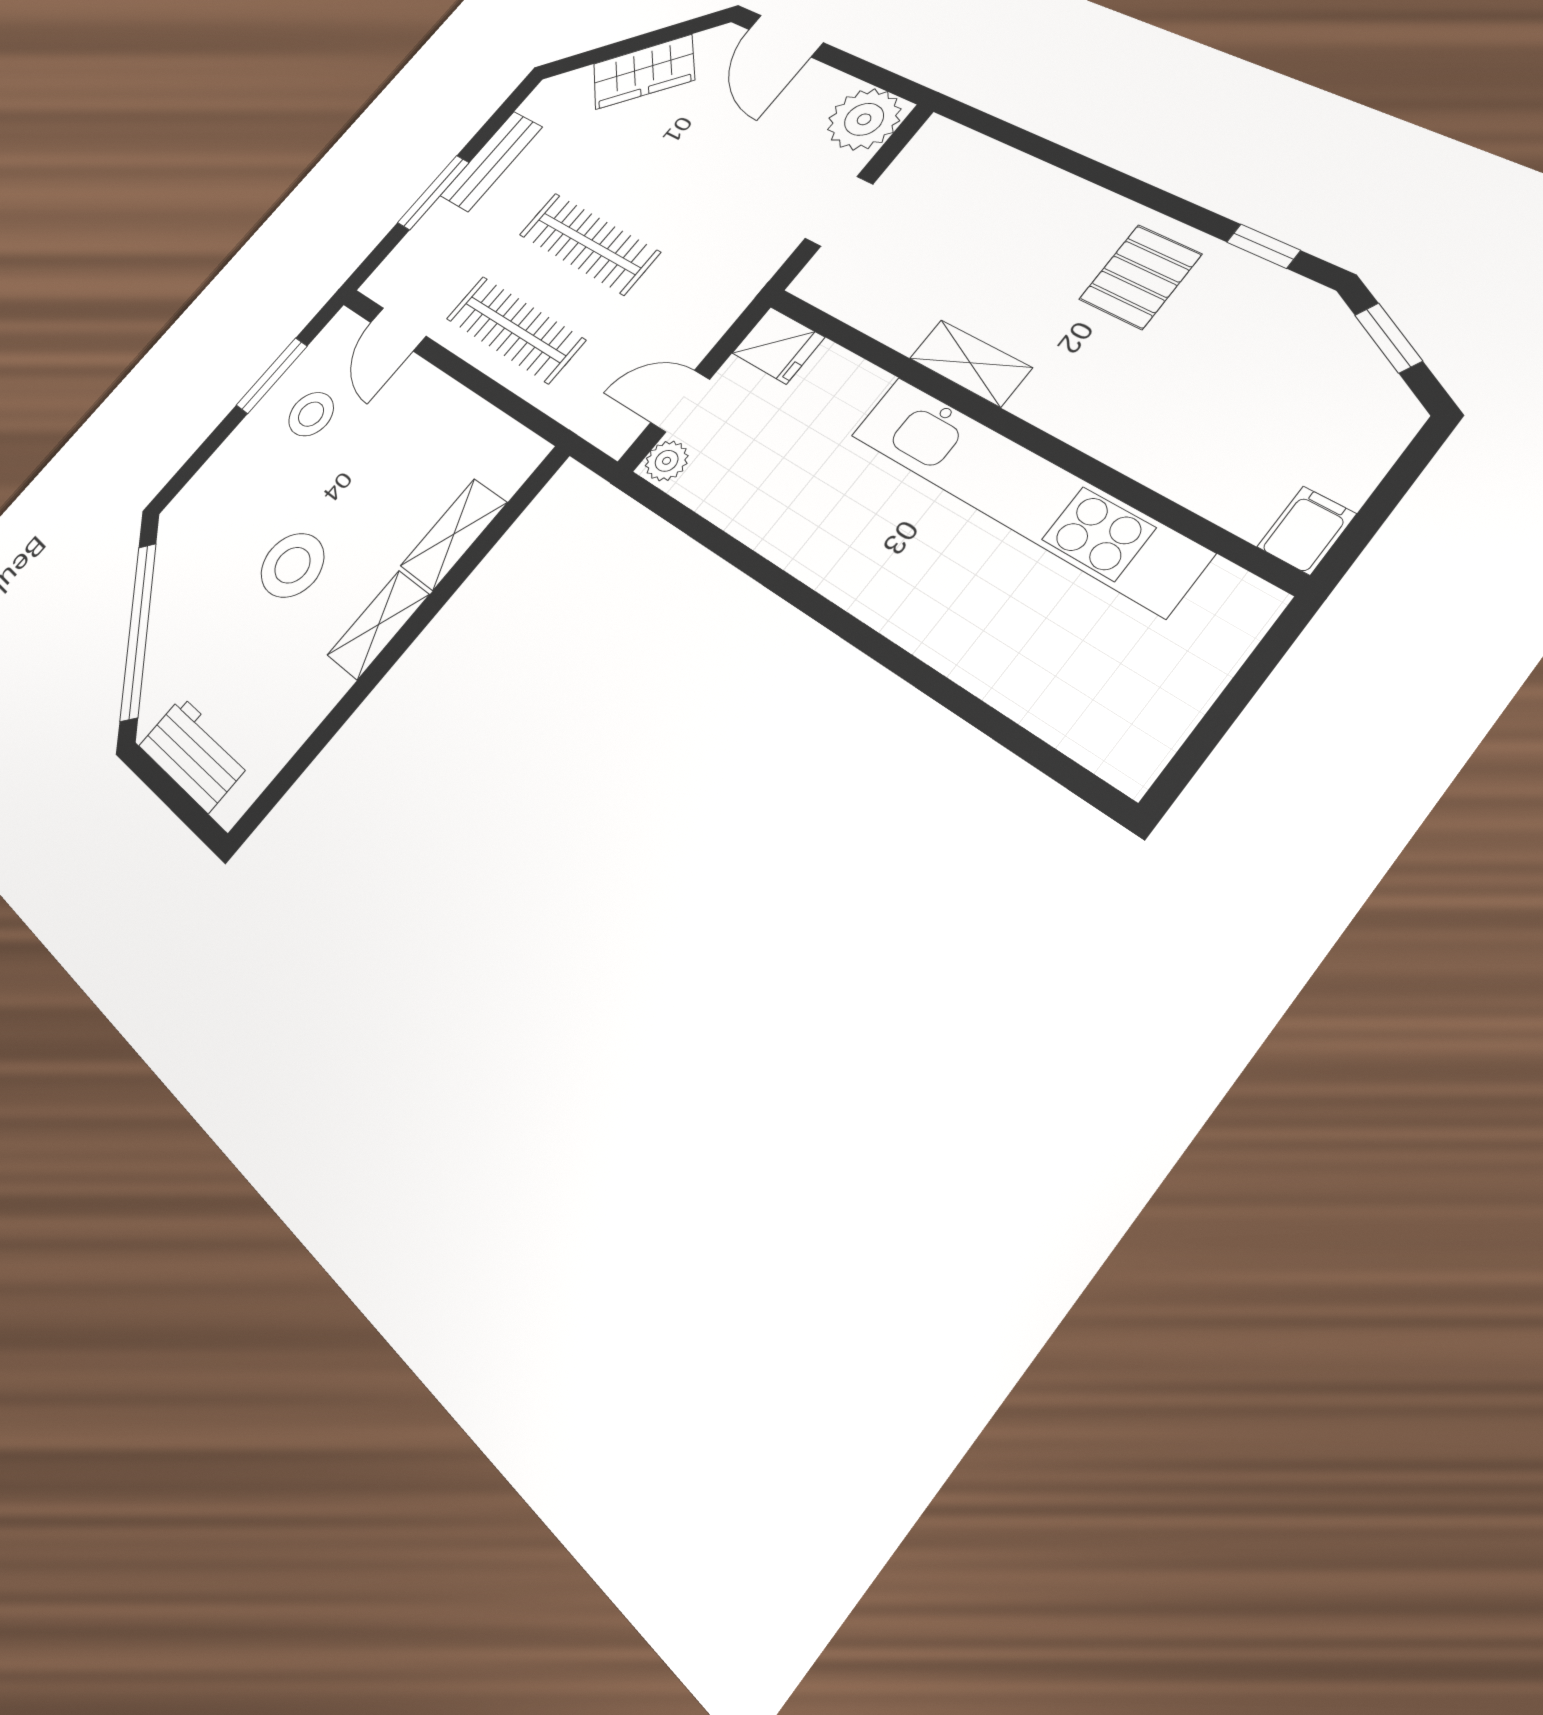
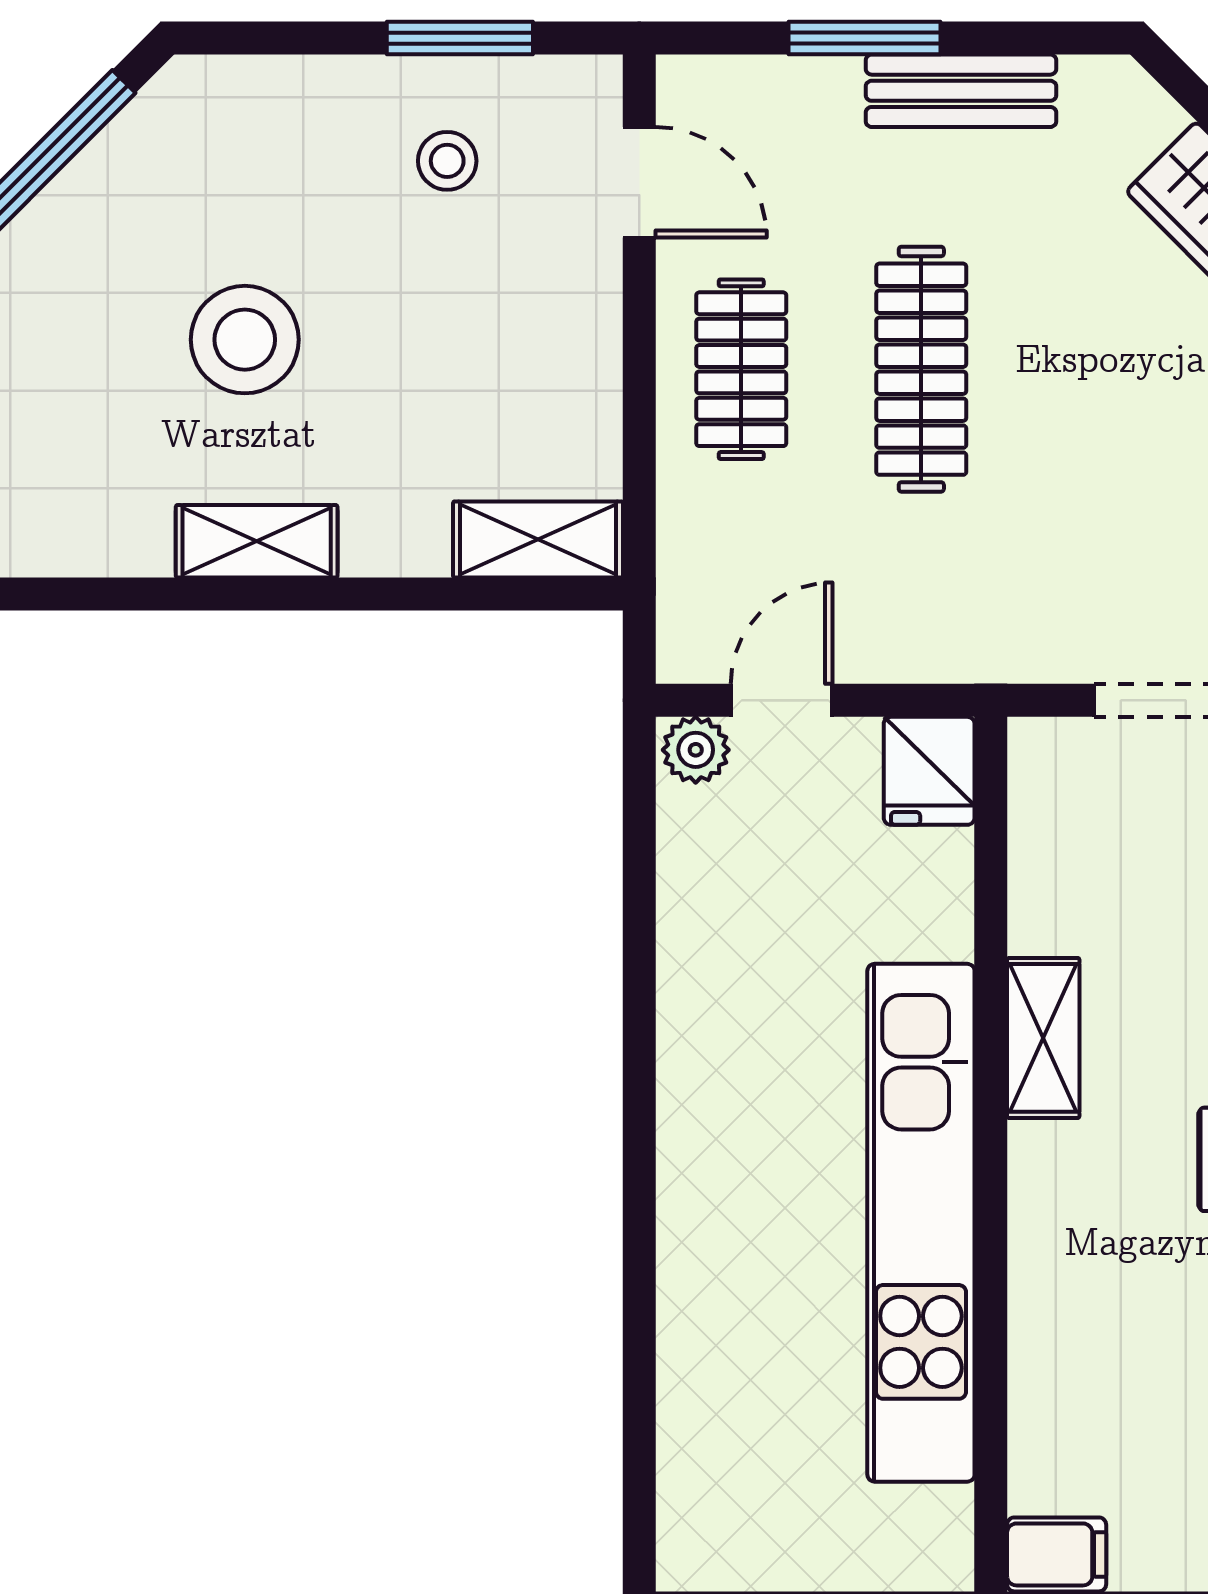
door: (398, 329) -> (639, 182), swing flipped
clothes rail: (515, 329) -> (741, 369), width x0.73
door: (680, 401) -> (782, 700), hinge flipped
stool: (311, 414) -> (447, 161), width x0.73, depth x0.73
shelving: (454, 534) -> (538, 539), moved

